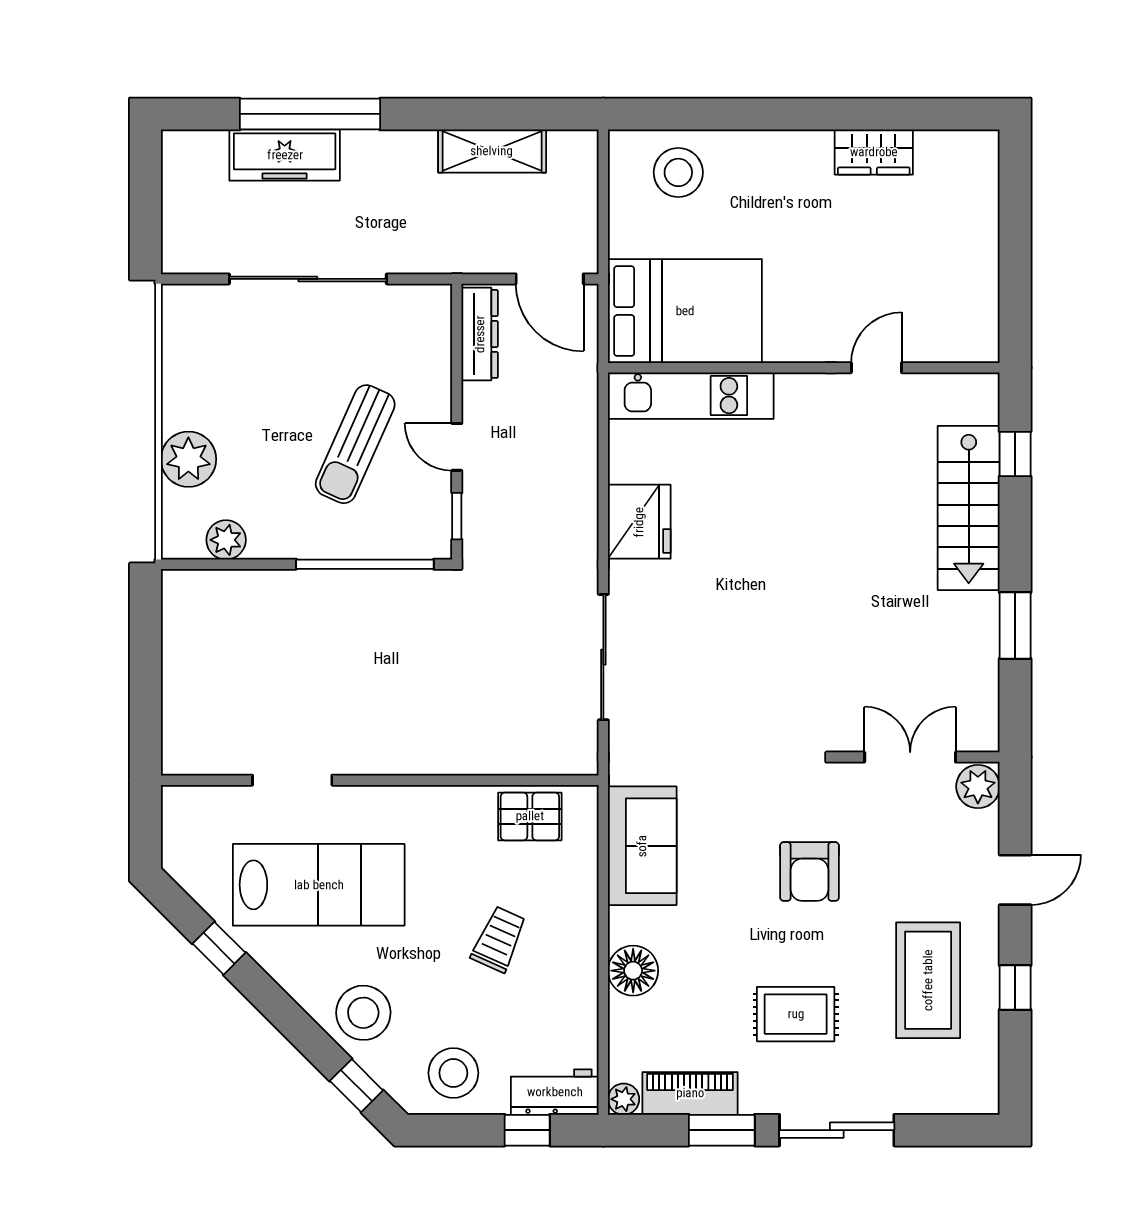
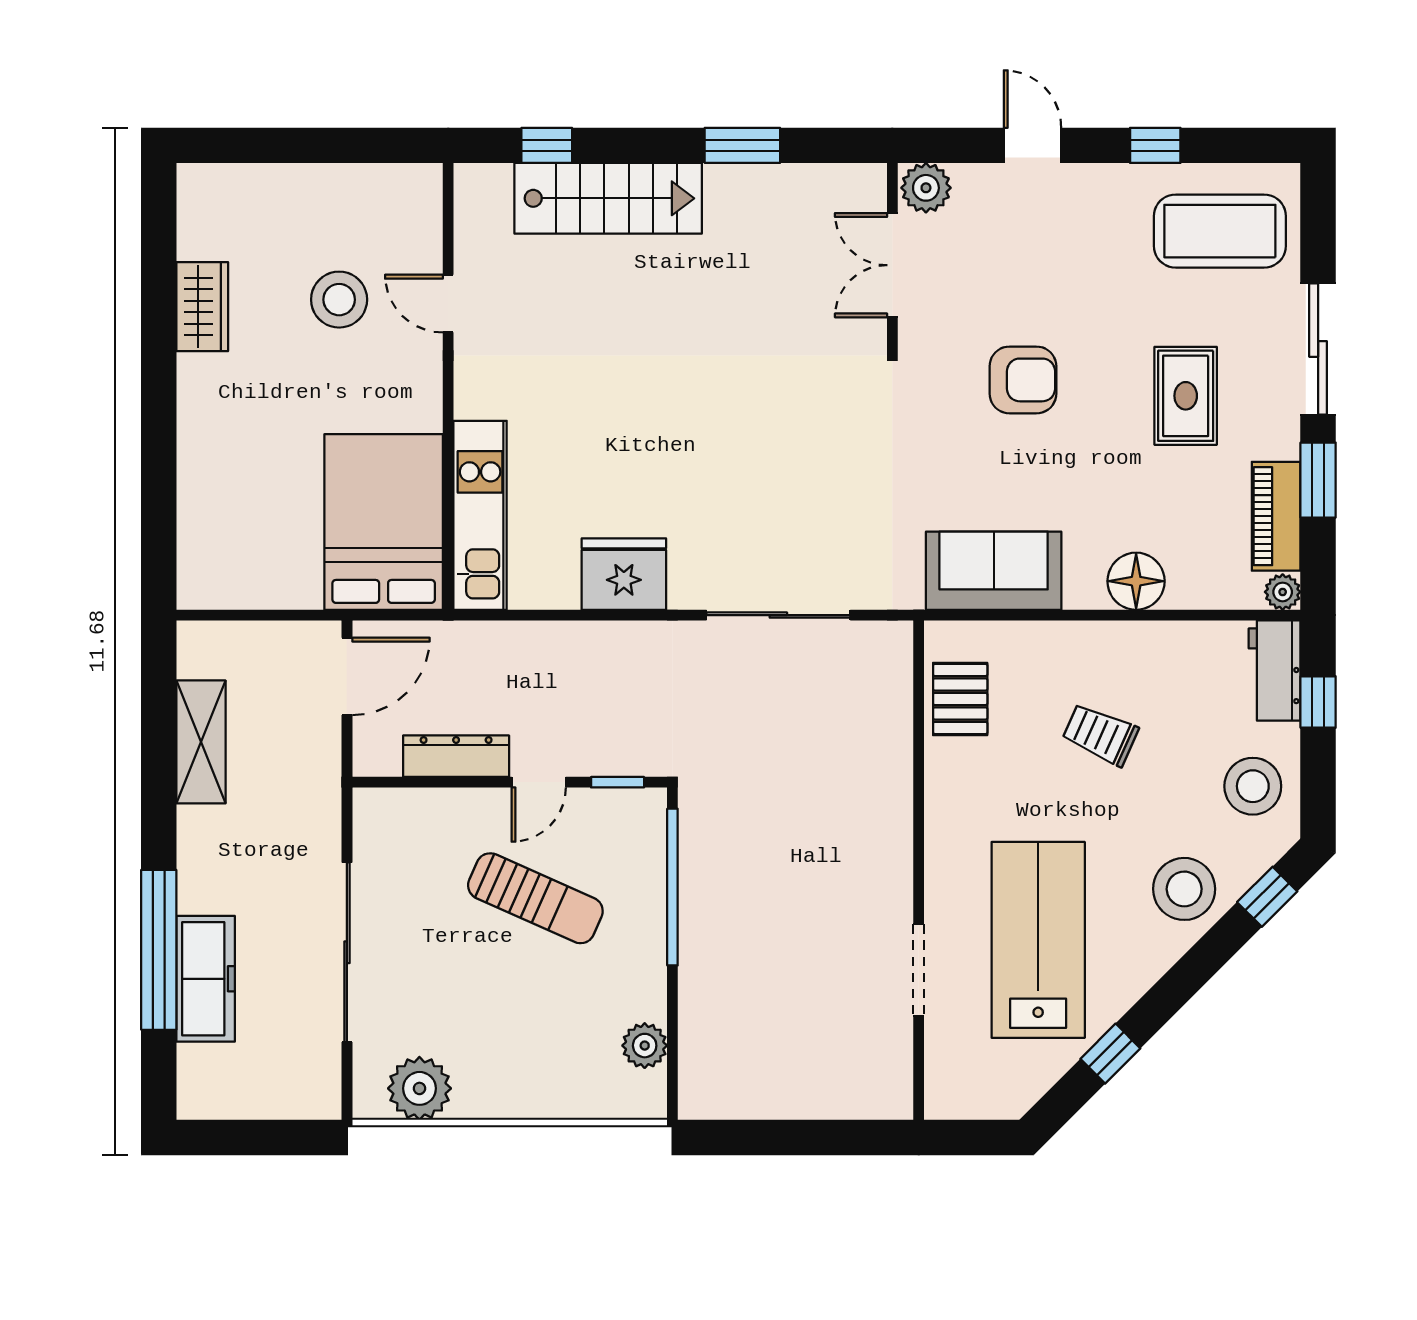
stool: (678, 172) -> (339, 300), moved
dresser: (480, 334) -> (456, 756), moved
plant: (188, 459) -> (419, 1088), moved
coffee table: (928, 980) -> (1220, 231), moved

